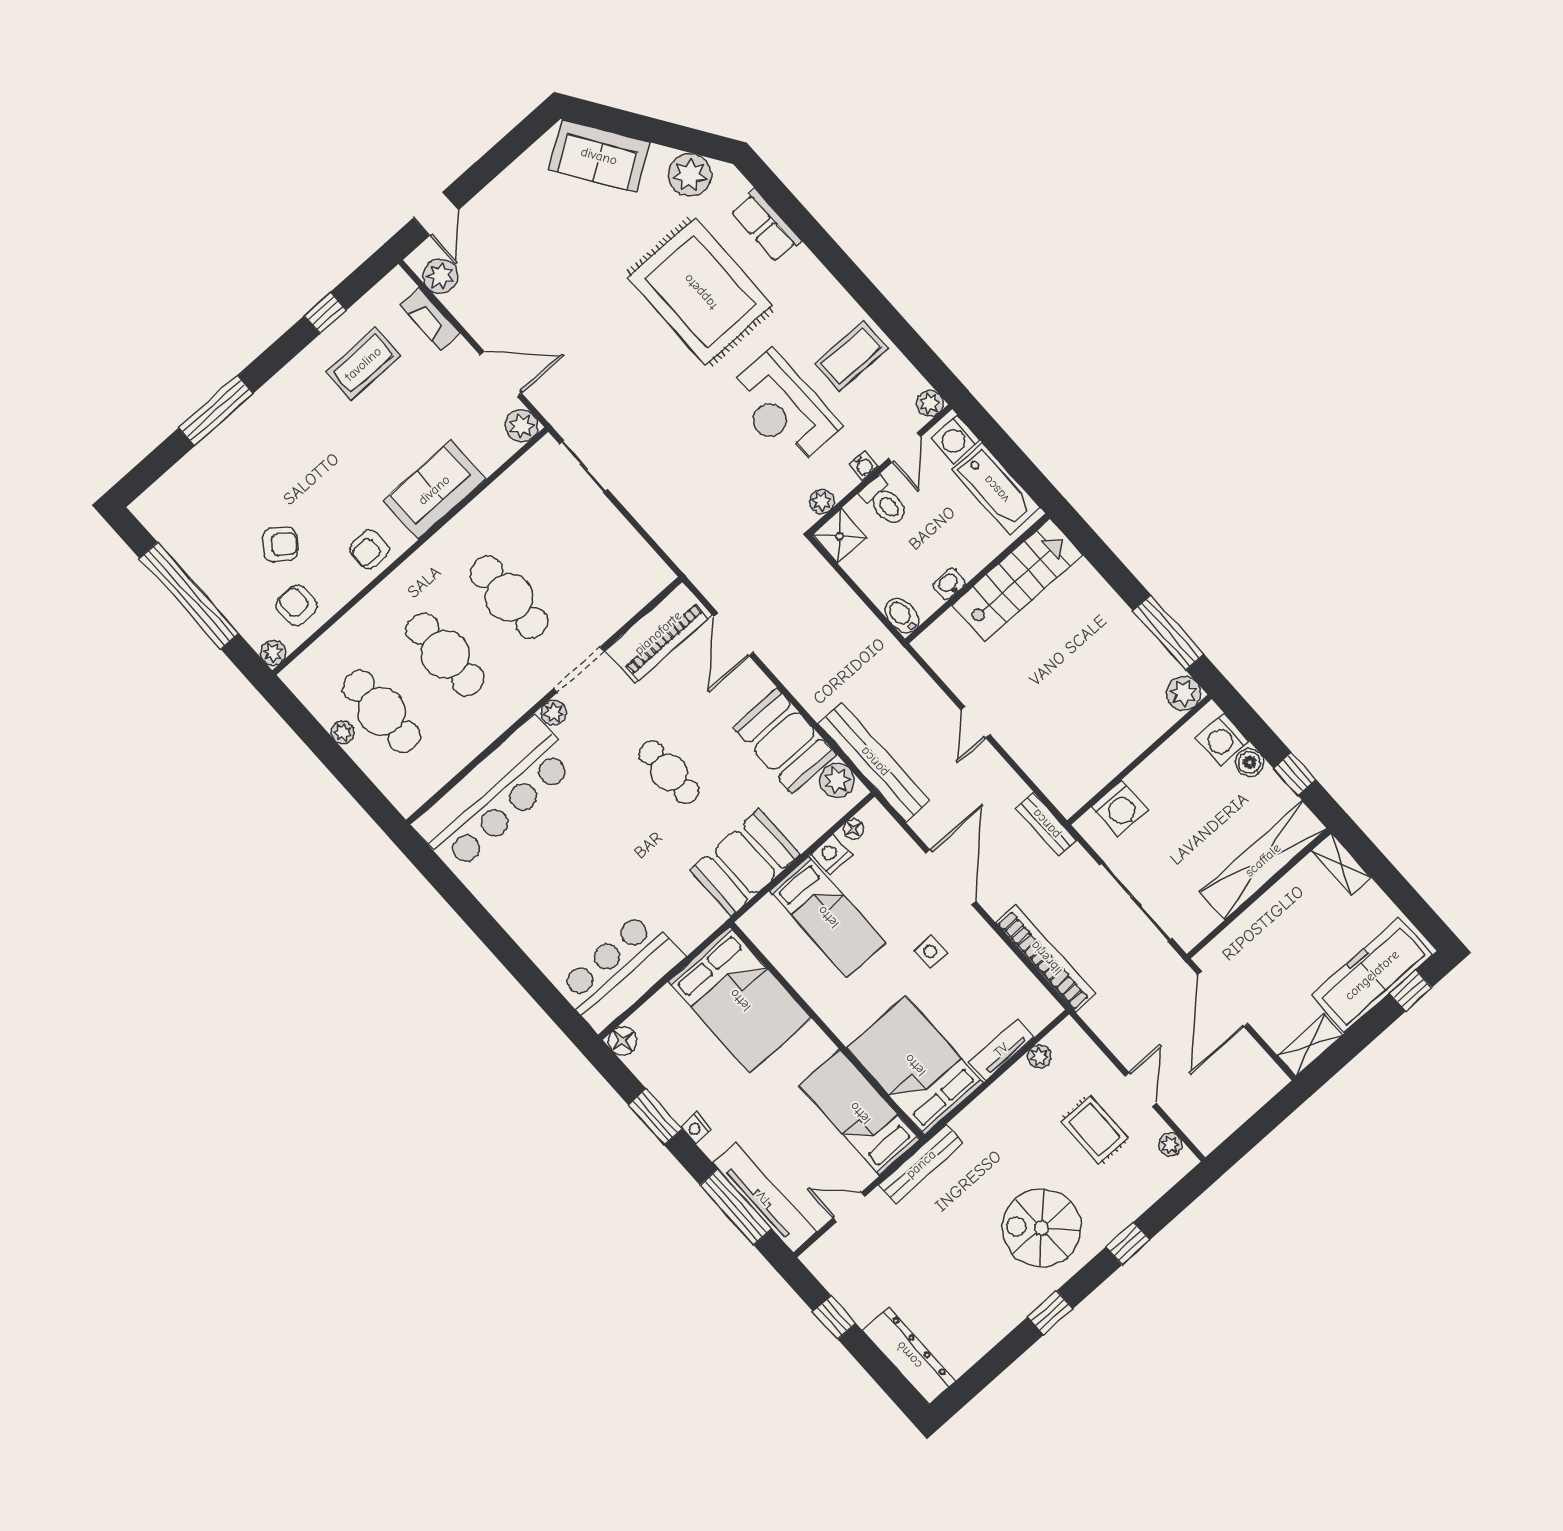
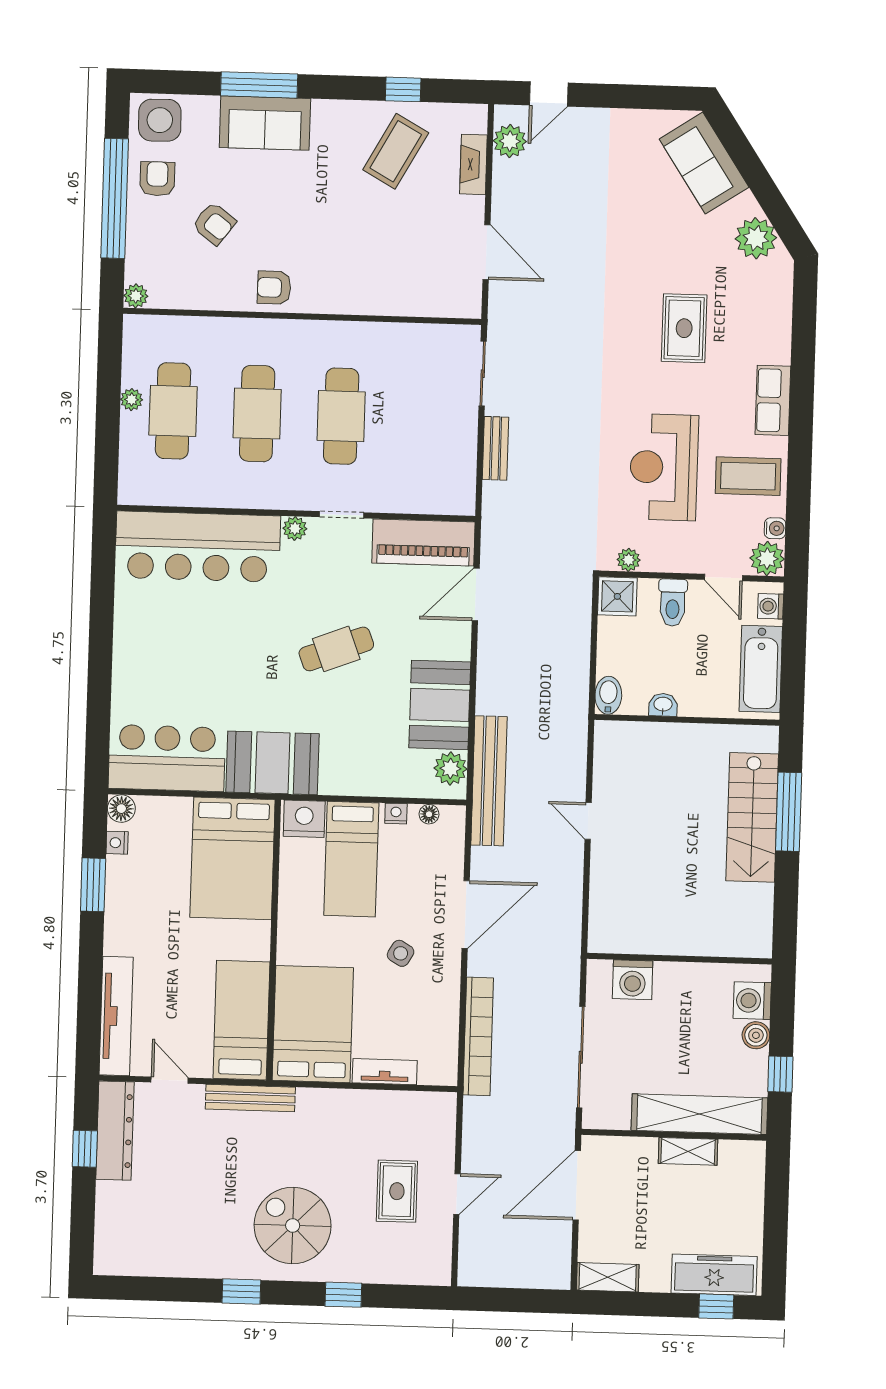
row of seats: (766, 226) -> (773, 400), moved
rug: (700, 292) -> (684, 328), width x0.54, depth x0.49
coffee table: (363, 364) -> (396, 151), turned -61
plant: (930, 403) -> (767, 558), width x1.38, depth x1.38
plant: (521, 426) -> (466, 303), removed
washing machine: (956, 439) -> (771, 606), width x0.73, depth x0.73
door: (904, 448) -> (724, 578), hinge flipped
water cooler: (864, 466) -> (775, 528), moved, turned -90
sofa: (434, 490) -> (265, 123), moved, turned 180
side table: (167, 506) -> (160, 120), added
stairs: (1017, 580) -> (752, 817), moved, turned 90
armchair: (297, 605) -> (157, 179), moved
window: (1168, 633) -> (789, 812), moved
doorway: (579, 670) -> (342, 515), width x0.73
plant: (1184, 693) -> (756, 941), removed
door: (975, 722) -> (588, 821), hinge flipped
cafe table: (669, 772) -> (336, 649), turned 69
bench: (1046, 824) -> (495, 448), moved
nightstand: (831, 855) -> (396, 814), width x0.72, depth x0.74
booth: (745, 862) -> (273, 763), moved
shelving: (1341, 864) -> (688, 1151), moved, turned 90
nightstand: (764, 920) -> (304, 819), added
side table: (930, 952) -> (401, 953), turned 31
freezer: (1372, 975) -> (714, 1275), width x0.73, depth x0.79
plant: (1039, 1057) -> (407, 1102), removed
nightstand: (696, 1128) -> (117, 843), moved
plant: (1170, 1145) -> (441, 1253), removed
window: (736, 1207) -> (89, 1003), removed
dresser: (909, 1355) -> (115, 1131), moved

